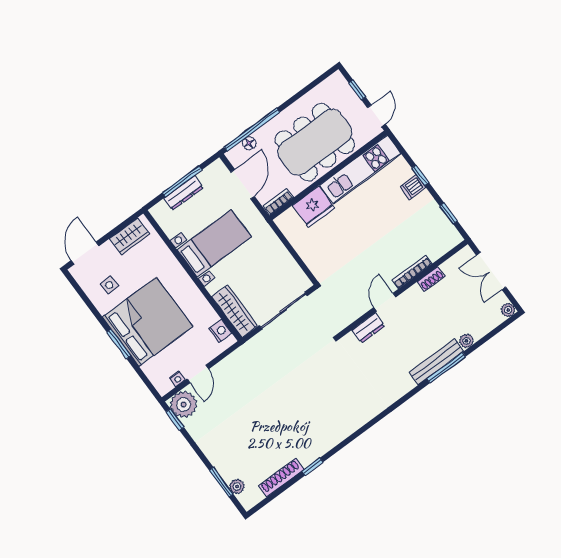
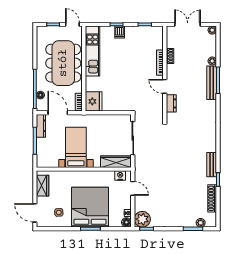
dresser: (184, 193) -> (41, 126), moved
fridge: (314, 207) -> (94, 101), moved
double door: (491, 271) -> (188, 24), swing flipped
door: (198, 374) -> (133, 188), moved
floor lamp: (163, 386) -> (126, 222), added
bench: (326, 443) -> (212, 165), added

